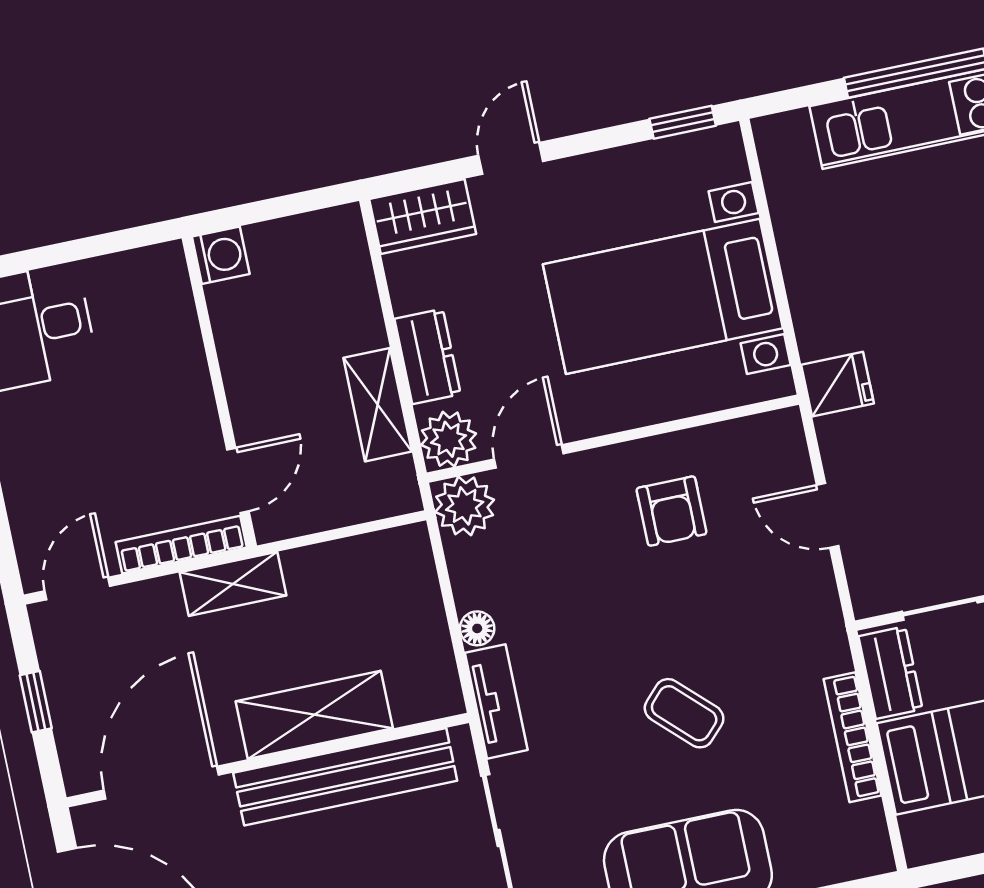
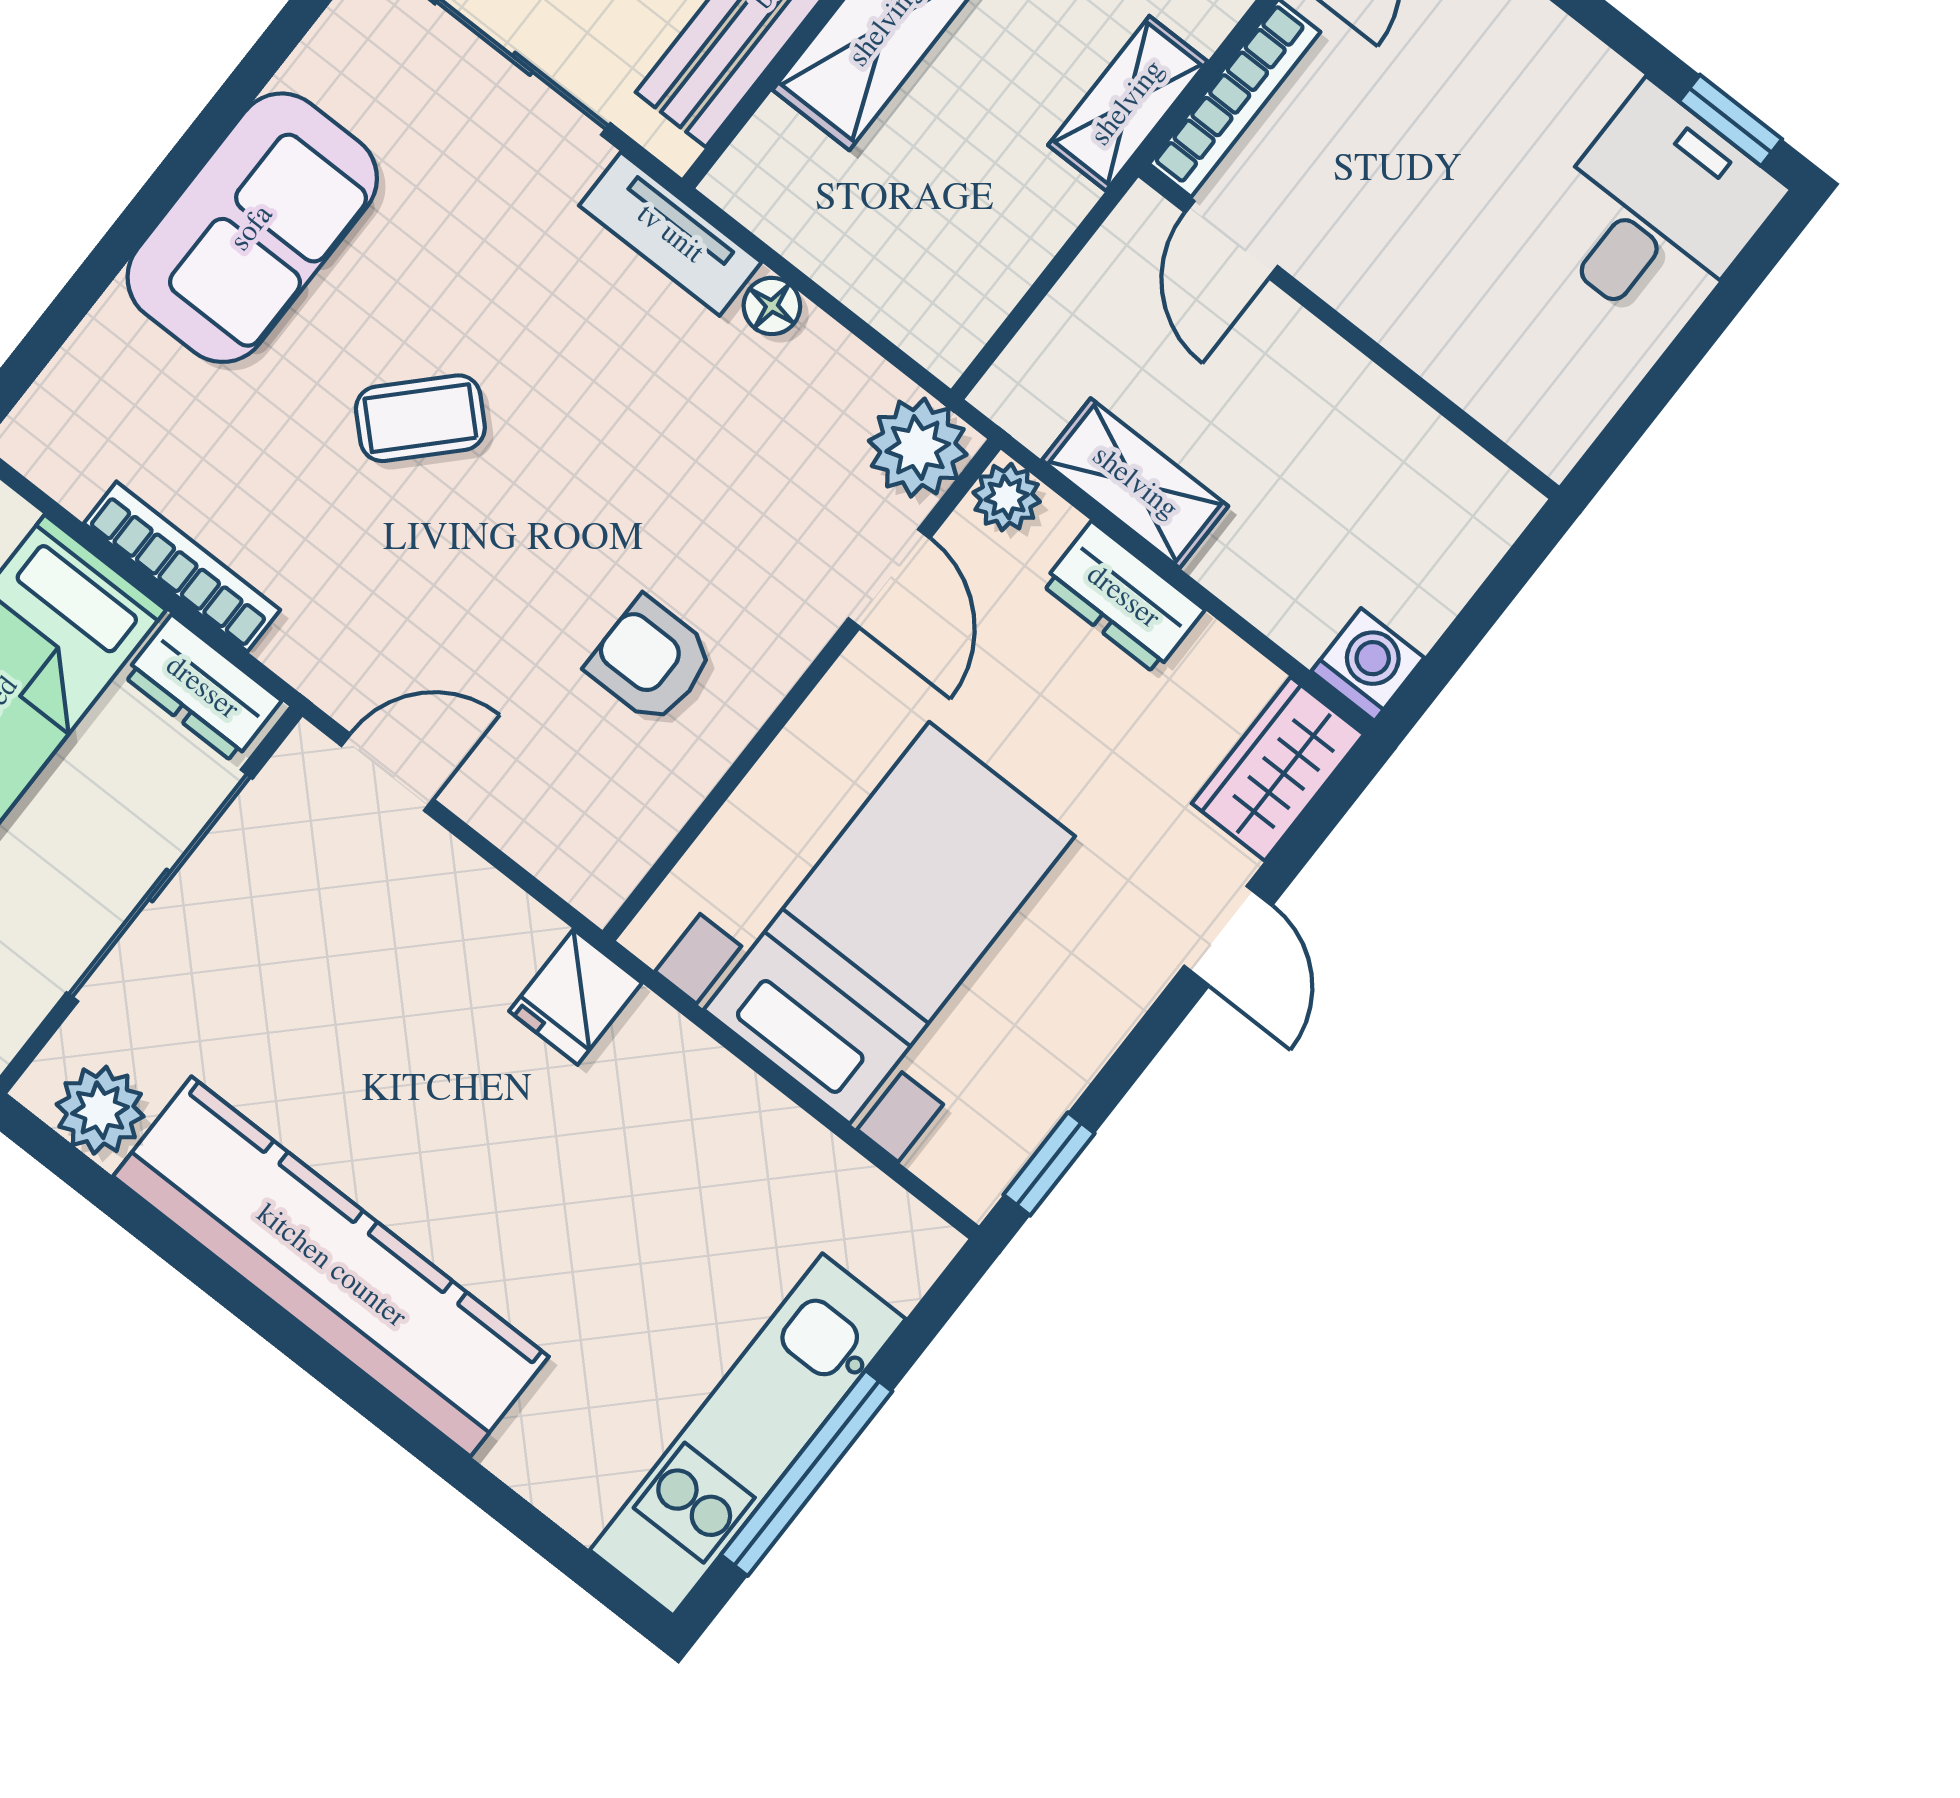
washing machine: (221, 255) -> (1368, 664), moved, turned 180
plant: (449, 439) -> (1007, 497), width x0.73, depth x0.73
door: (828, 515) -> (387, 772), moved

